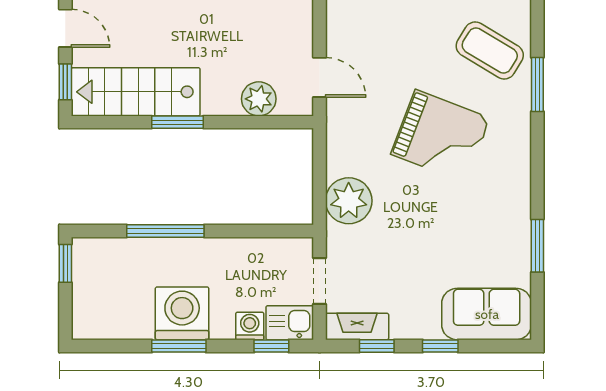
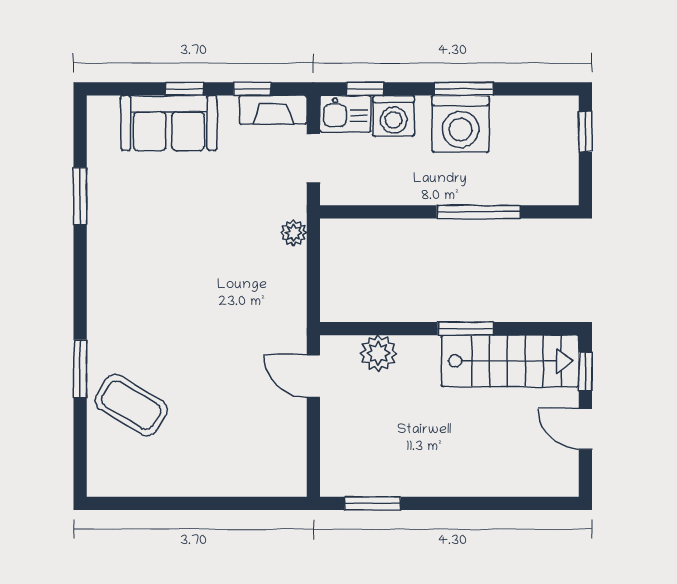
grand piano: (440, 136) -> (184, 314), removed
plant: (349, 201) -> (294, 233), width x0.53, depth x0.53
window: (65, 263) -> (585, 131), moved
sofa: (487, 314) -> (169, 123), moved
washing machine: (250, 326) -> (394, 116), width x1.38, depth x1.38

